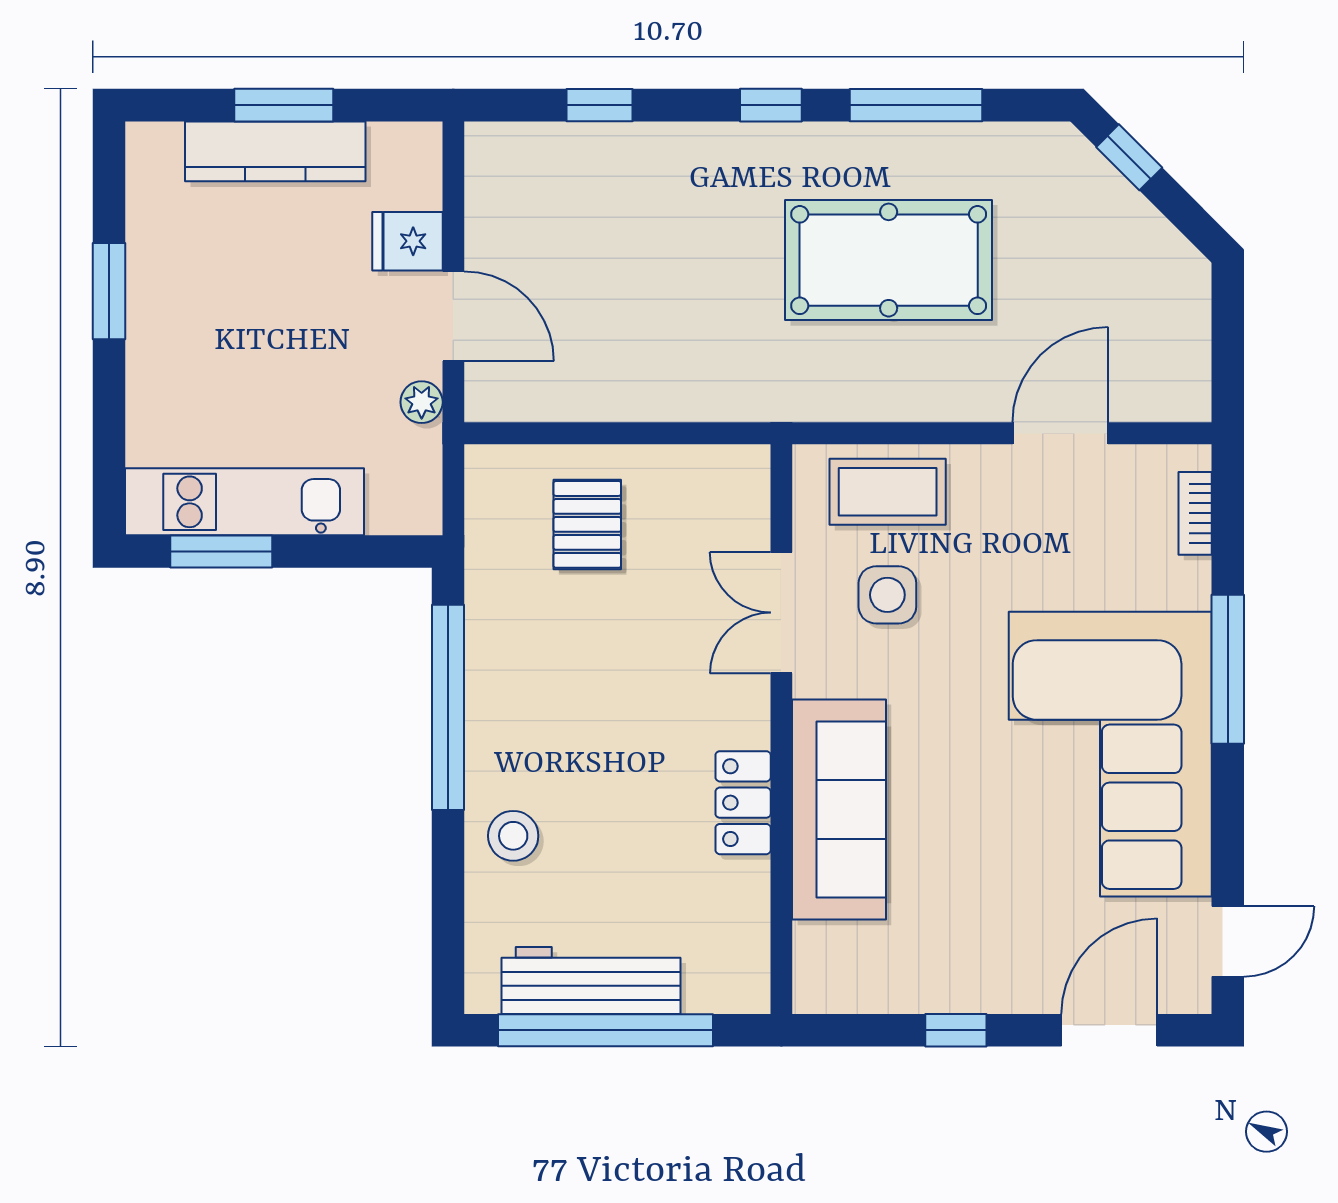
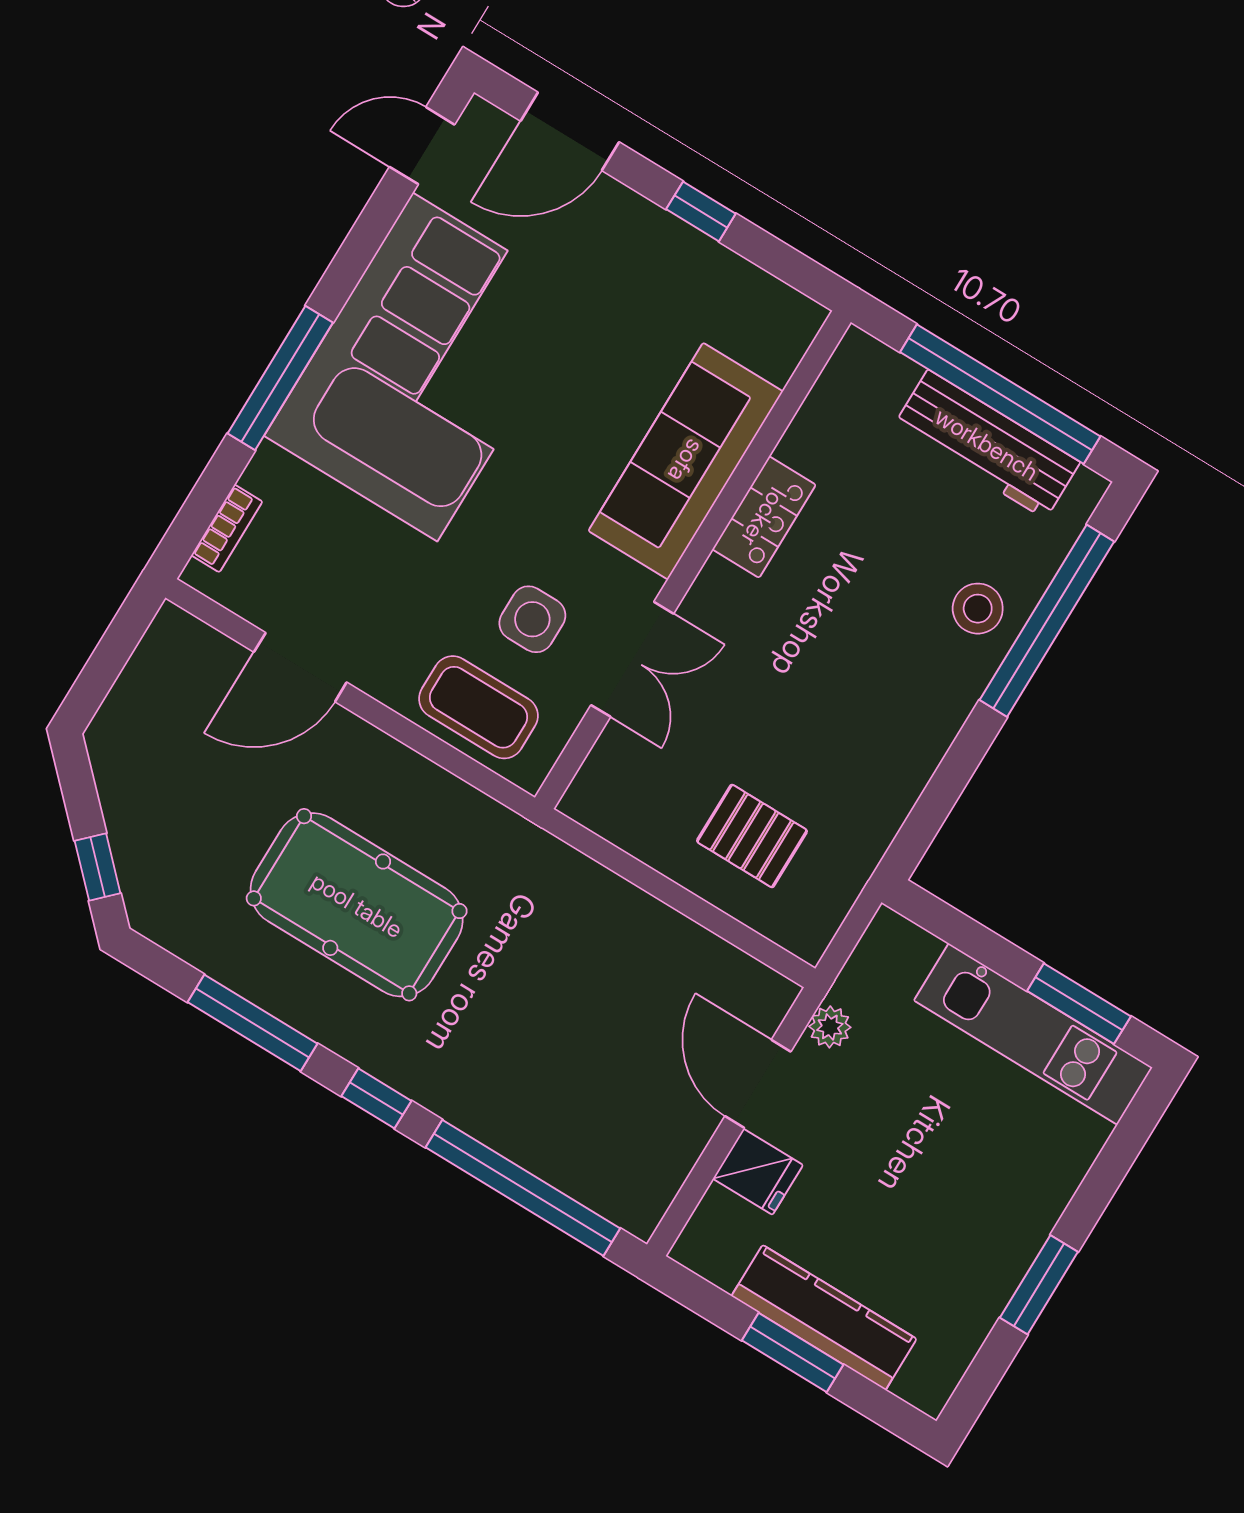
window: (600, 105) -> (523, 1188), width x3.17
pallet: (587, 524) -> (752, 836), turned 90
window: (448, 707) -> (1047, 621), moved

